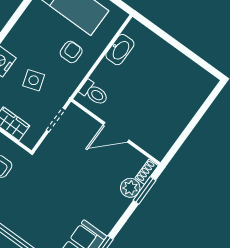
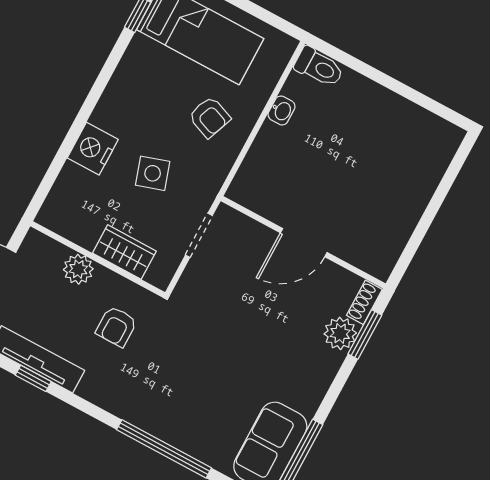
washbasin: (120, 50) -> (282, 110), width x0.52, depth x0.69
armchair: (71, 52) -> (209, 117), turned 111
toilet: (94, 93) -> (319, 67), moved

